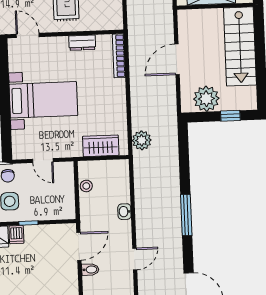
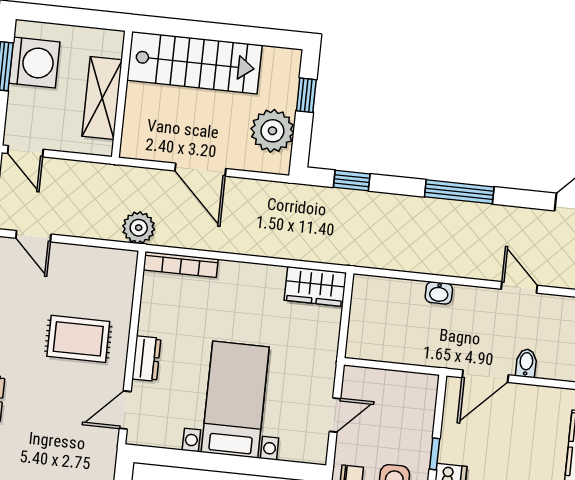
dresser: (82, 43) -> (146, 359), moved
plant: (142, 140) -> (139, 228), moved
wardrobe: (101, 146) -> (315, 286), moved, turned -90
window: (184, 150) -> (352, 181), added
stool: (86, 186) -> (387, 350), removed
door: (79, 246) -> (485, 376), swing flipped

